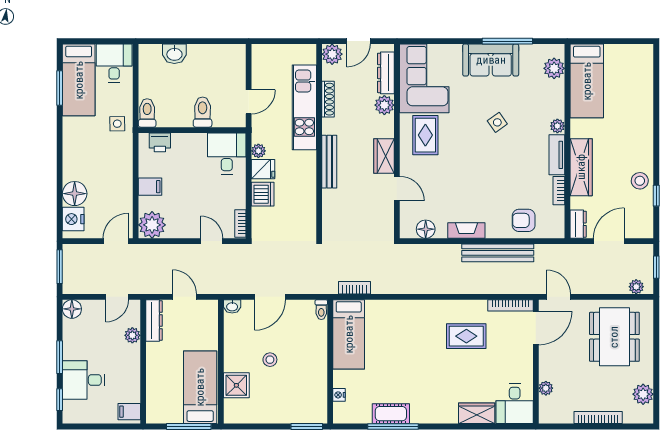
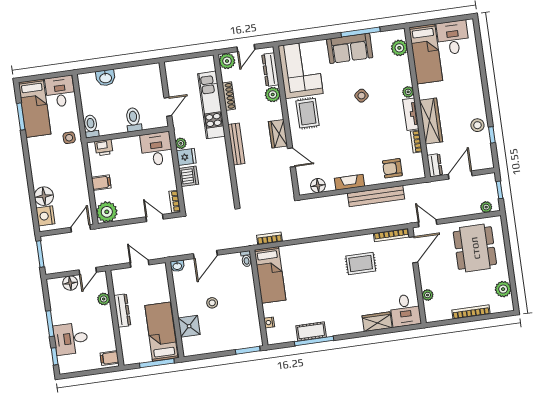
desk: (624, 65) -> (453, 38), added
floor lamp: (72, 309) -> (70, 283), moved
dresser: (154, 320) -> (122, 311), moved

